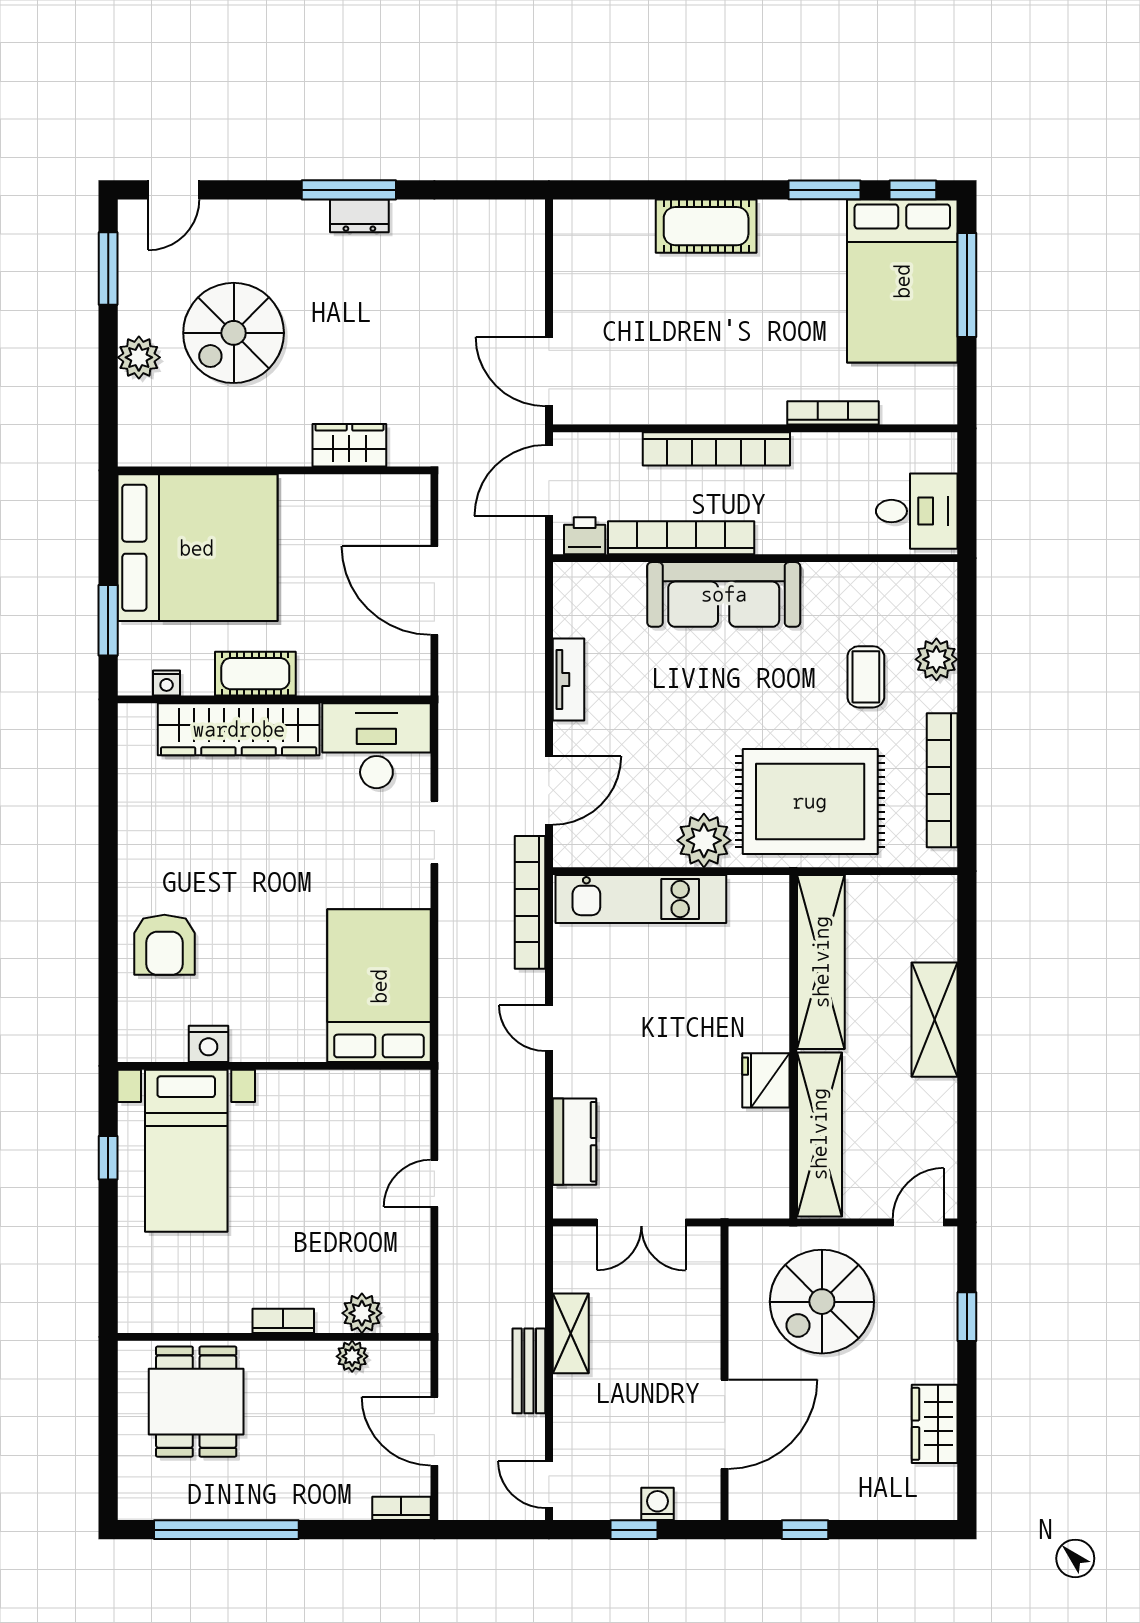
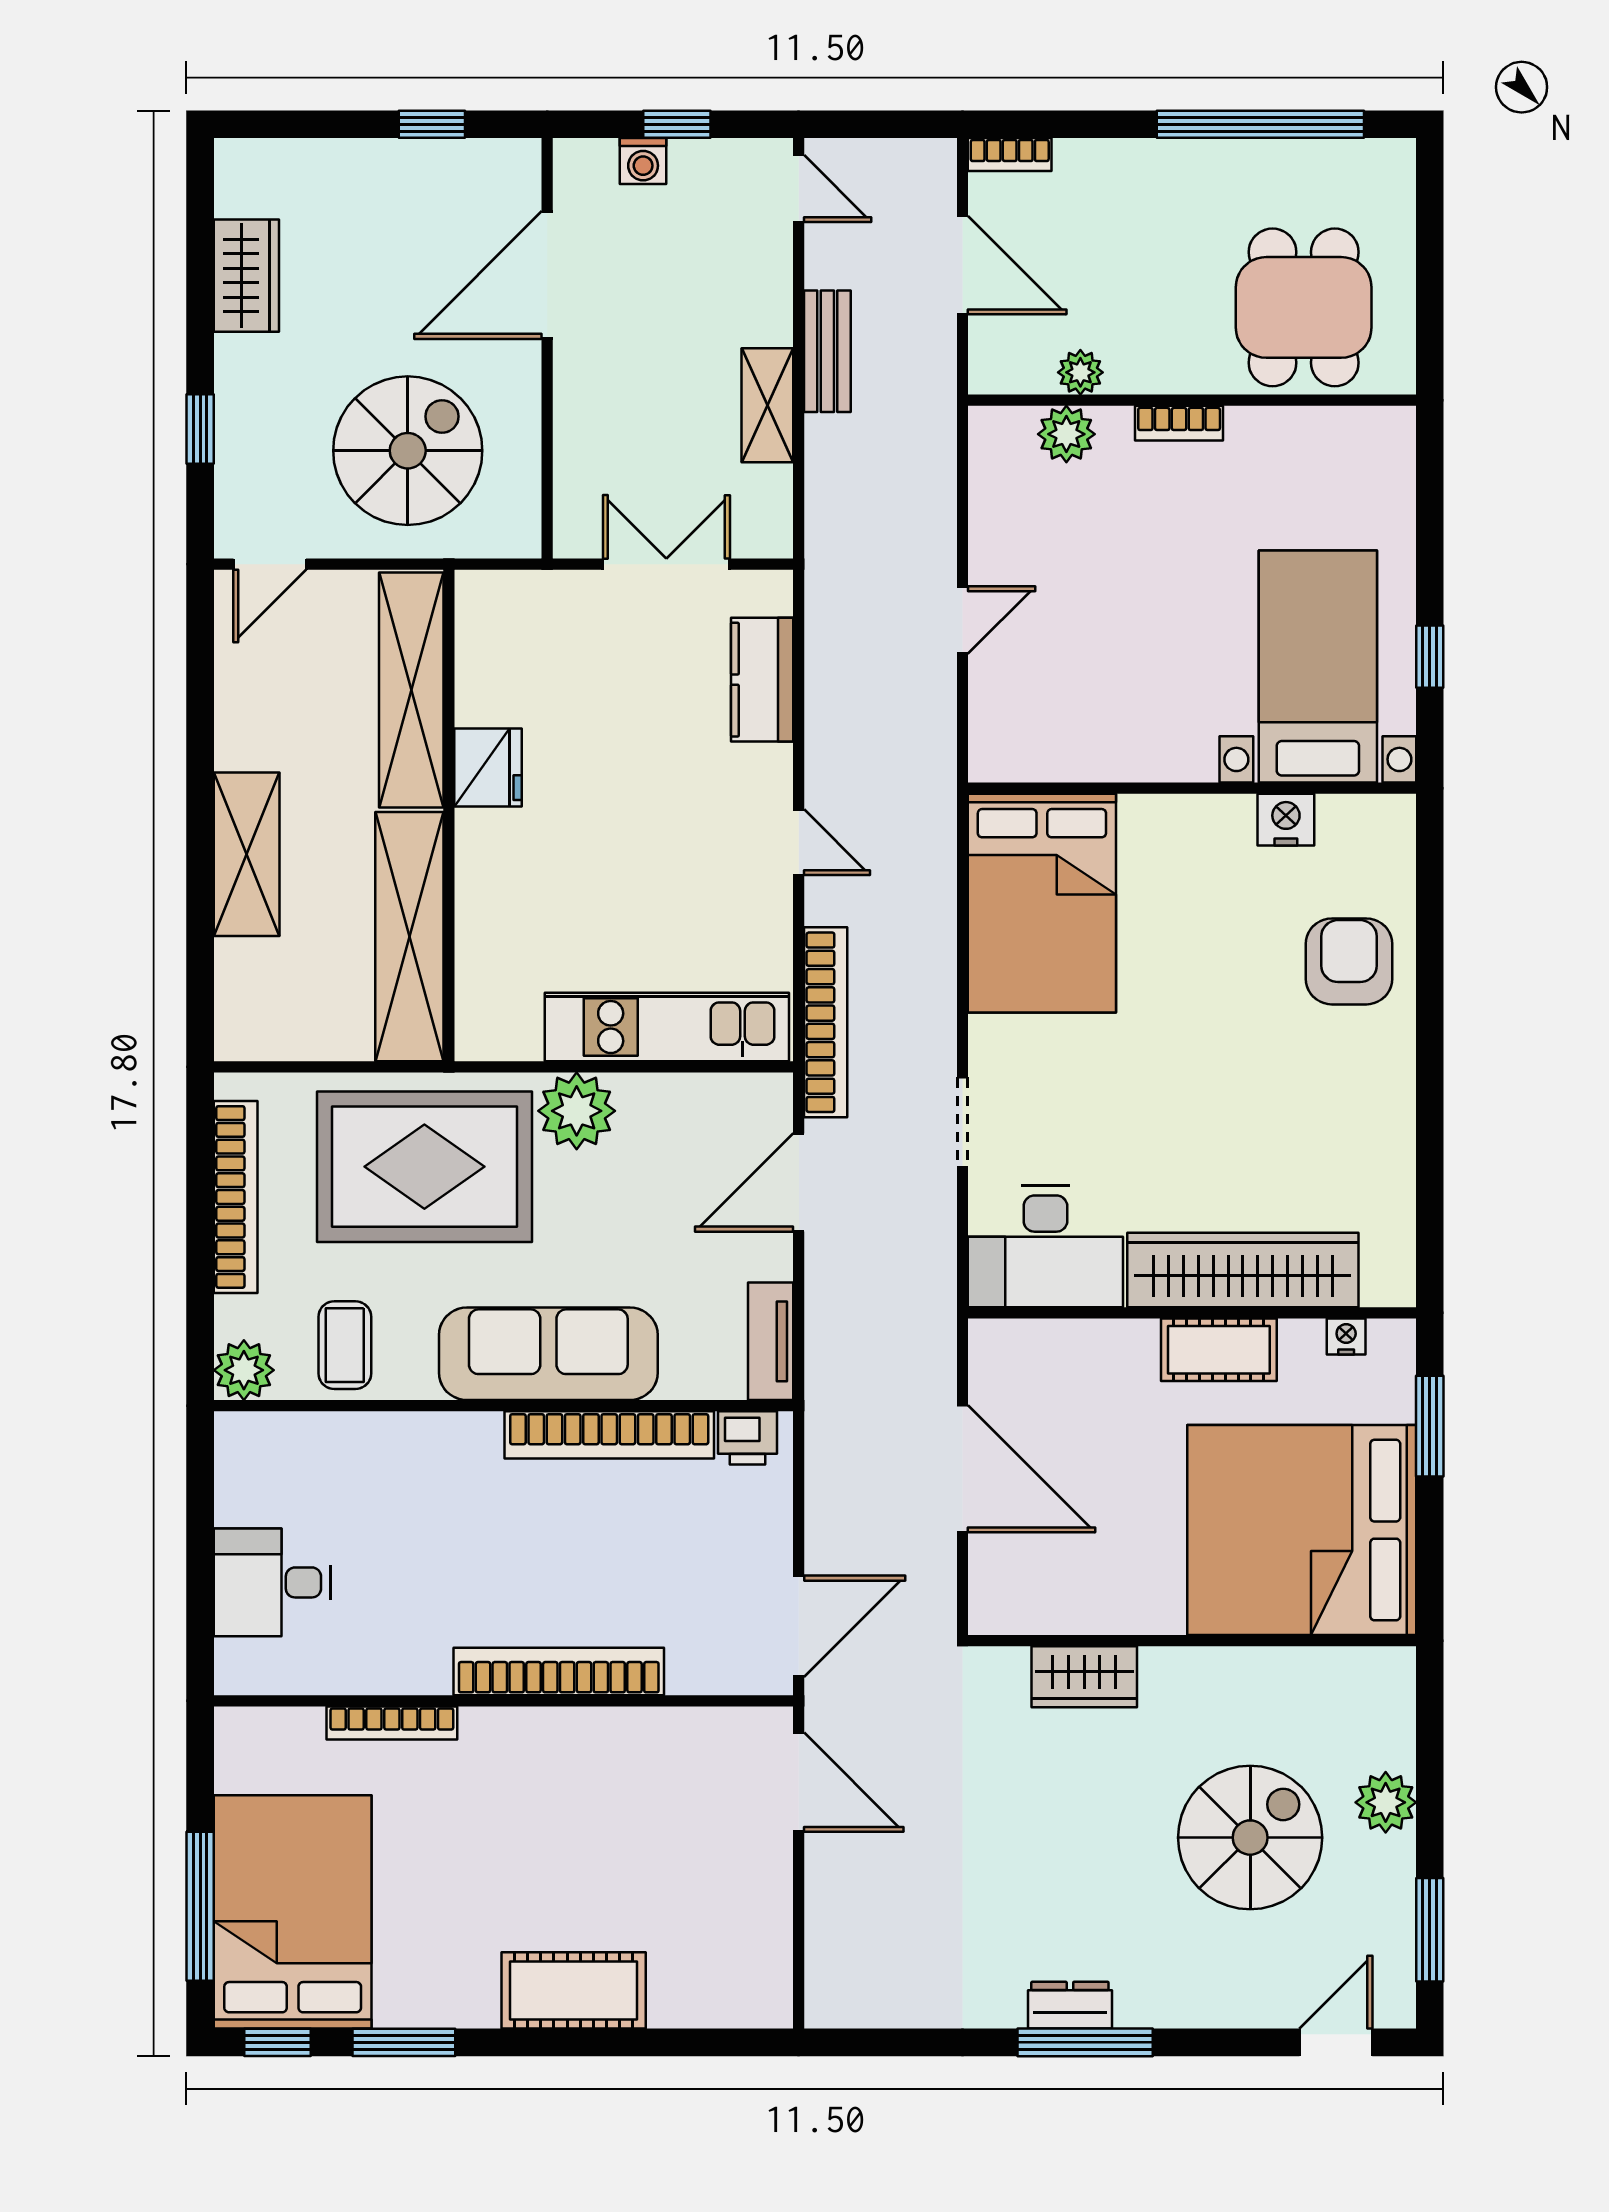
printer: (585, 536) -> (748, 1438), moved
bookcase: (681, 538) -> (609, 1435), moved
wall: (755, 558) -> (503, 1406), moved
sofa: (724, 594) -> (548, 1354), moved

